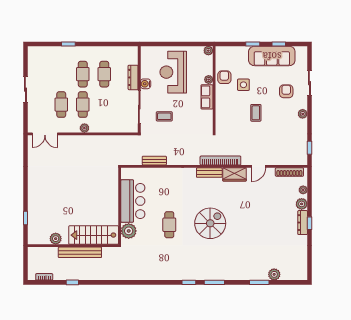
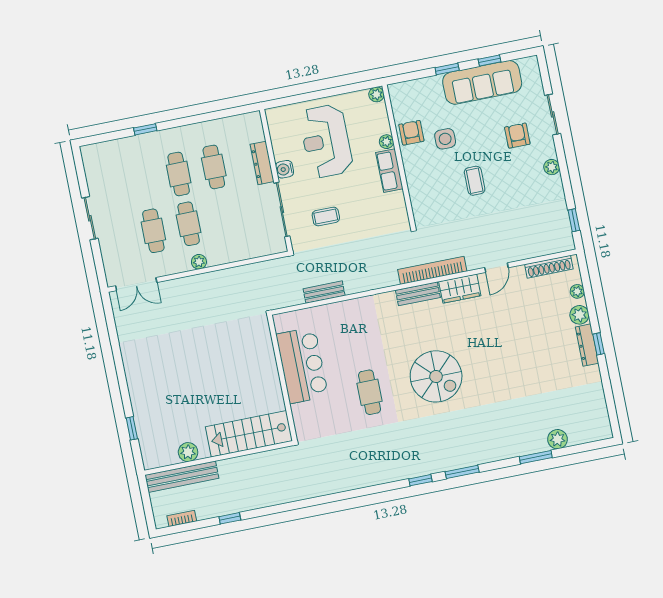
spiral stairs: (210, 223) -> (436, 376), turned 90
plant: (129, 231) -> (305, 416), removed
bench: (80, 252) -> (182, 477), moved

